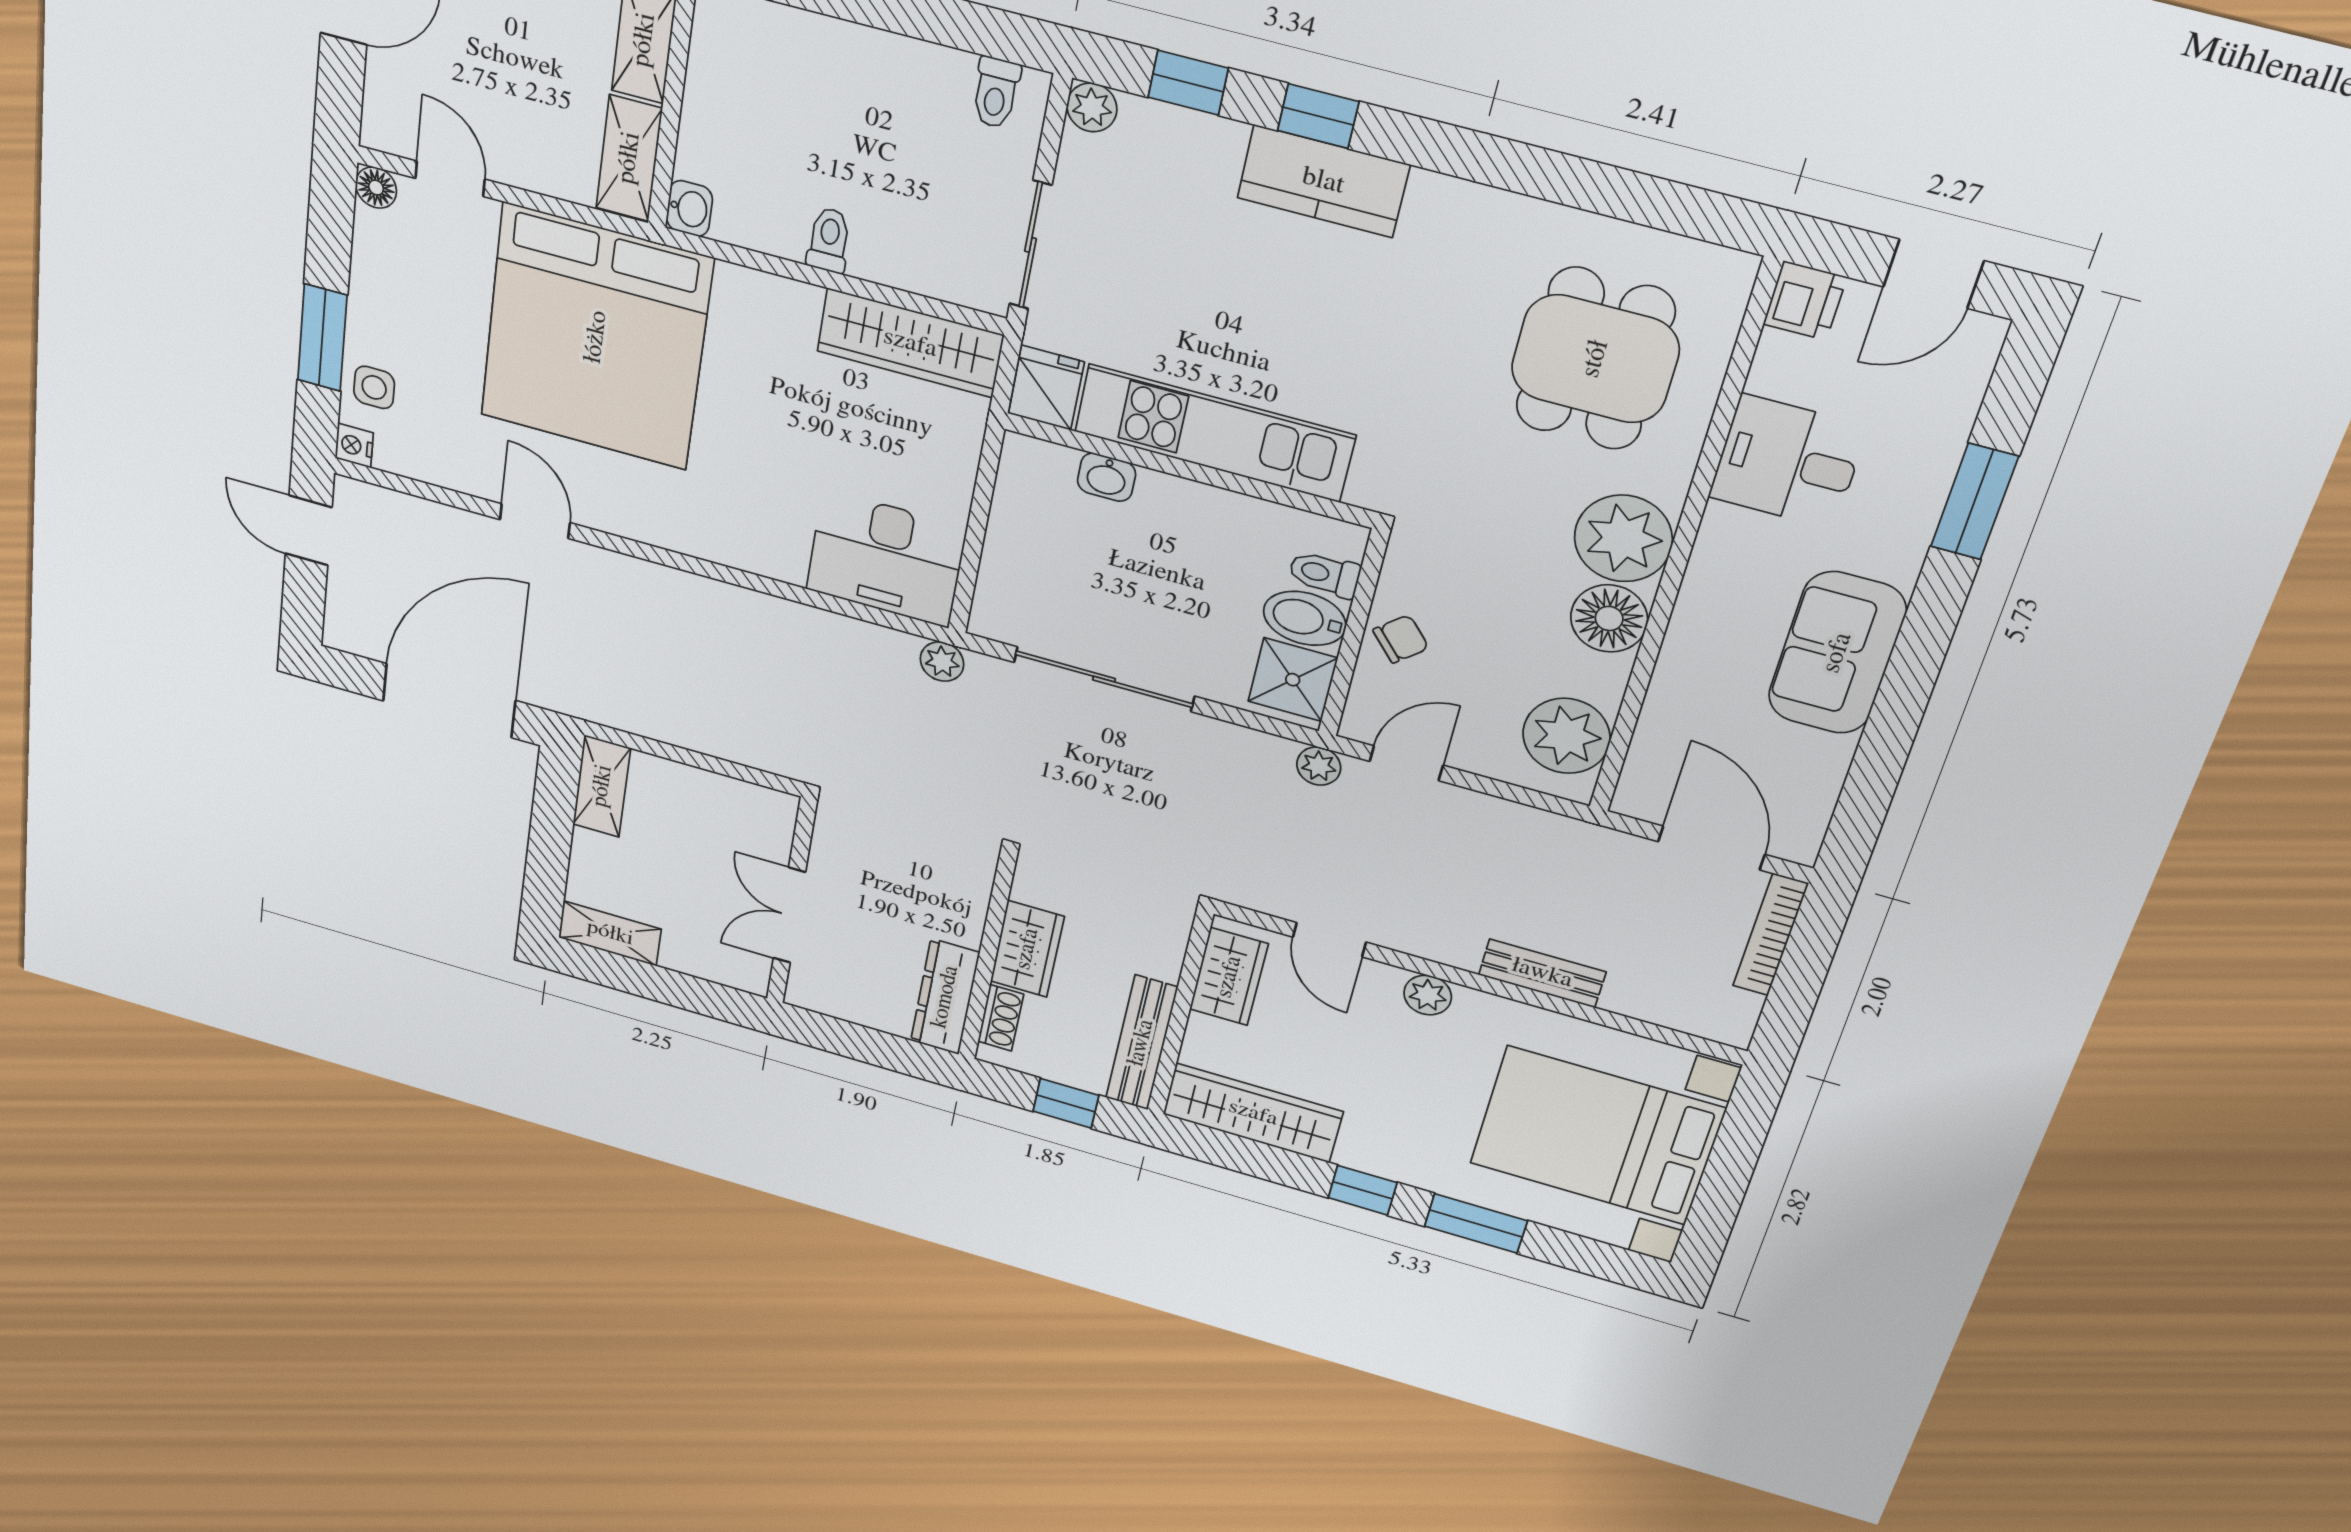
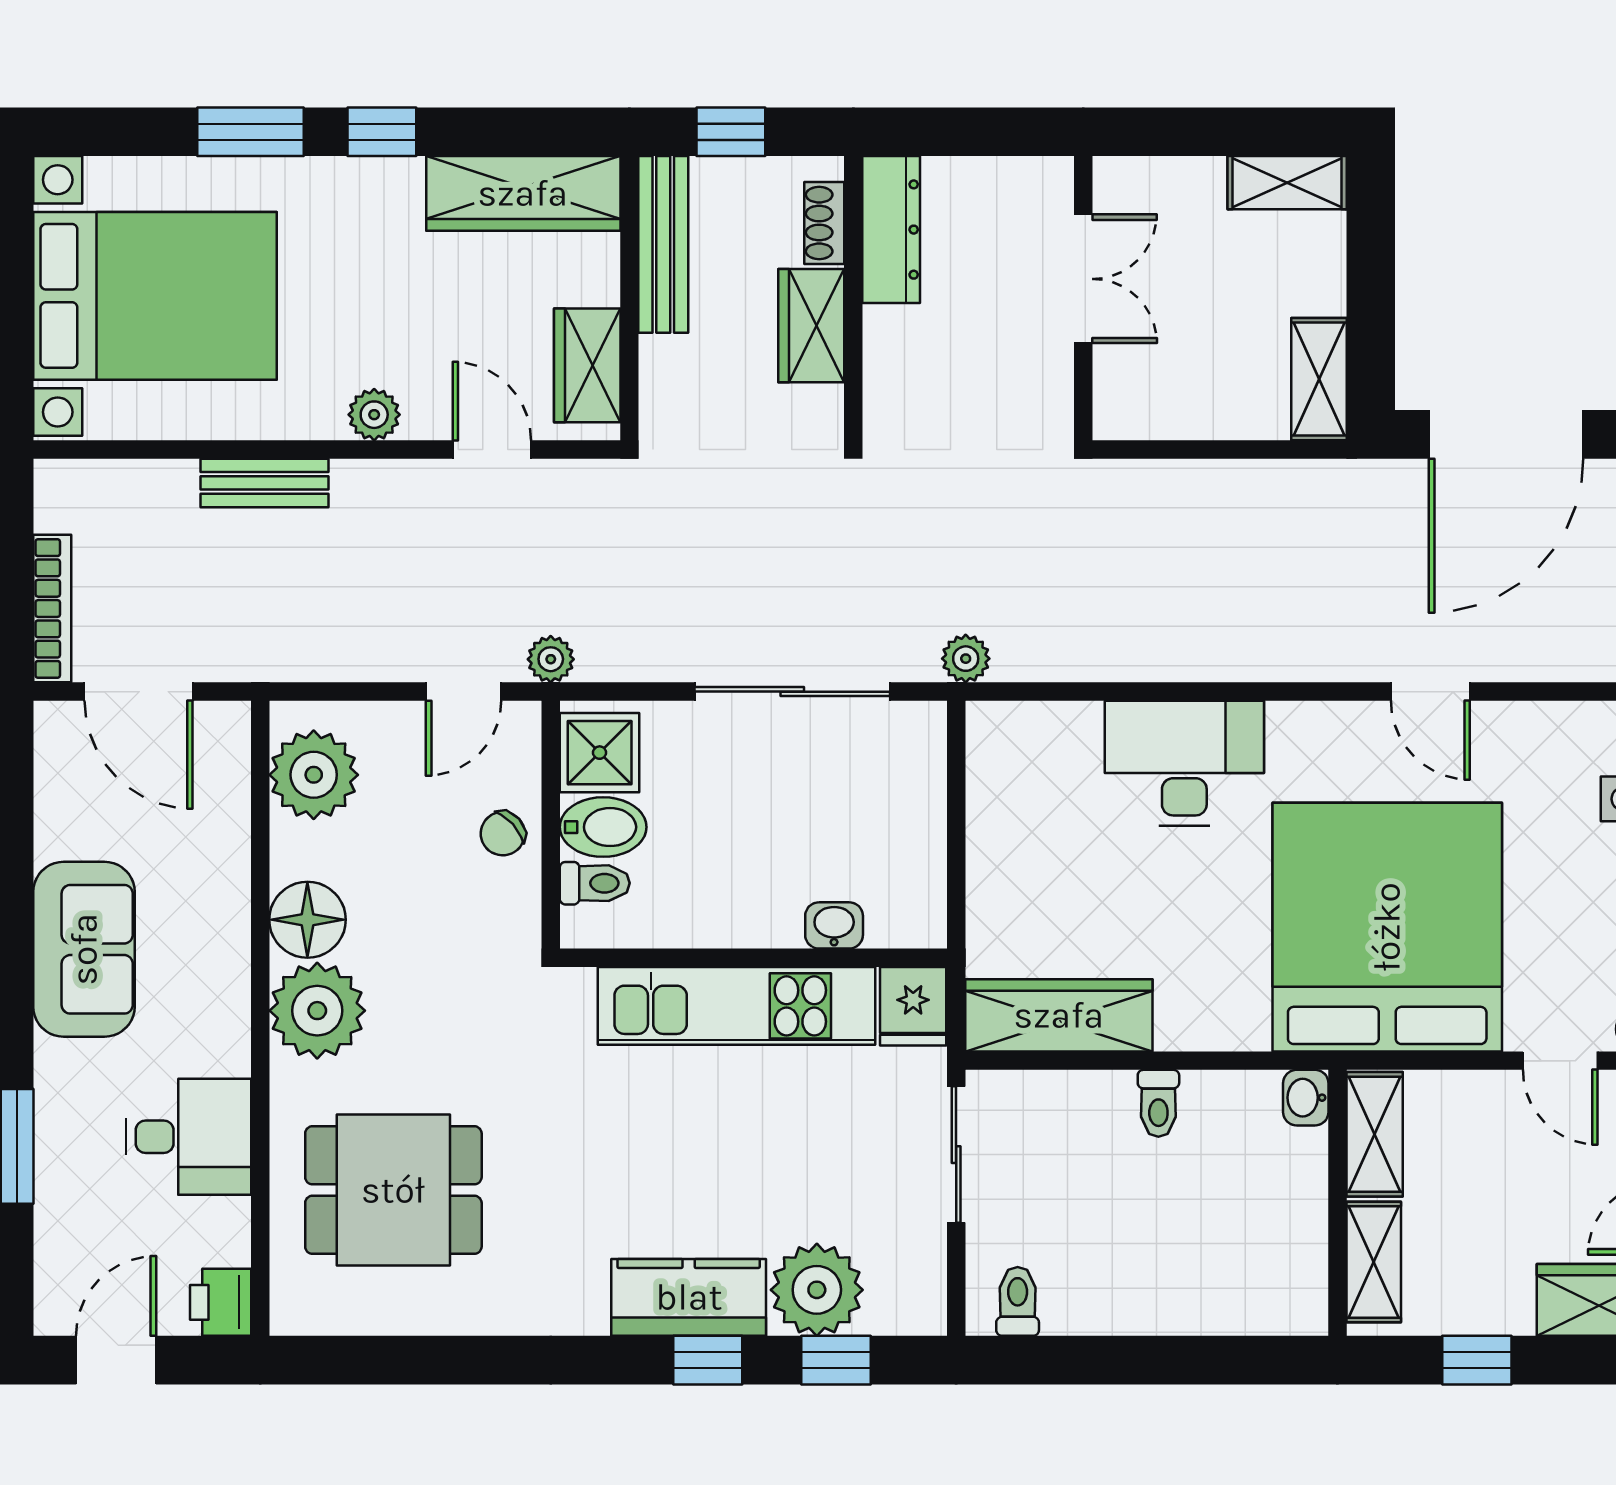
plant: (1092, 107) -> (817, 1290), moved, width x1.87, depth x1.87
dining table: (1595, 359) -> (393, 1190), turned 90
desk: (886, 559) -> (1184, 763), moved

